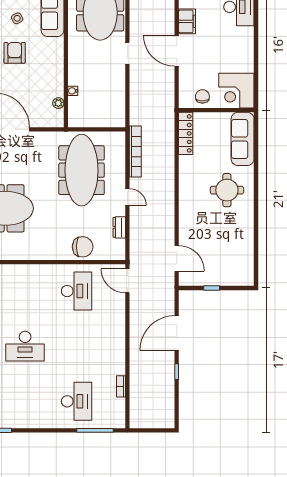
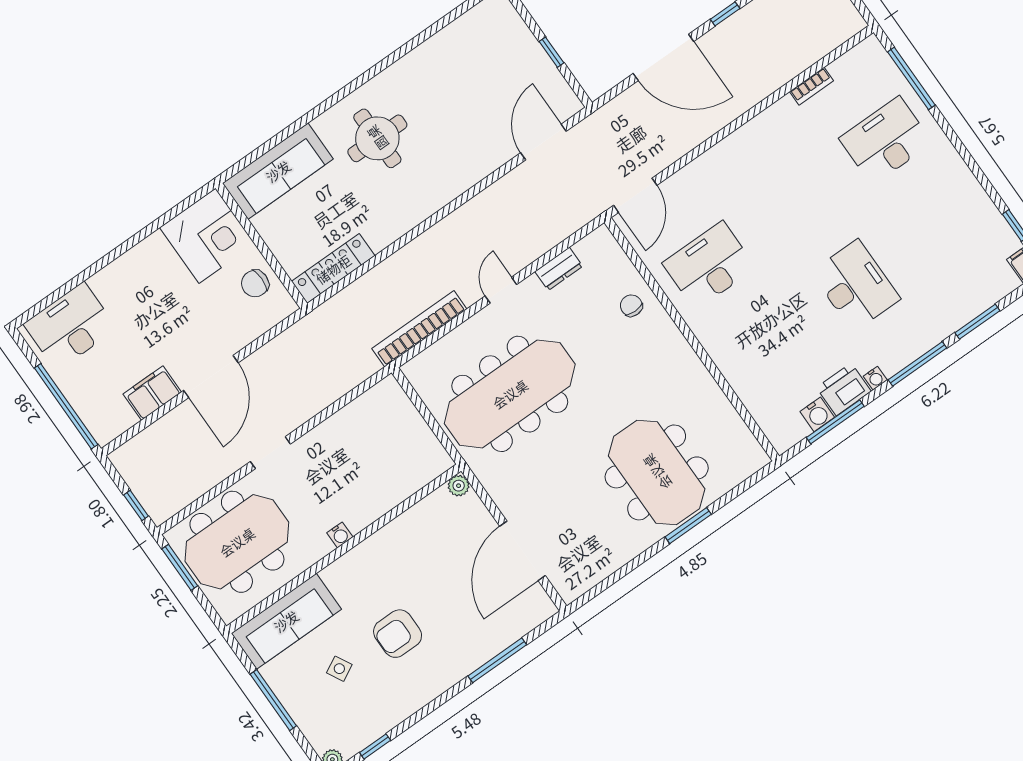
water cooler: (73, 91) -> (340, 535), moved
plant: (58, 103) -> (459, 486), moved
chair: (83, 247) -> (631, 306), width x0.54, depth x0.54

